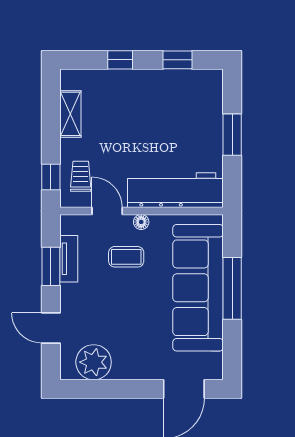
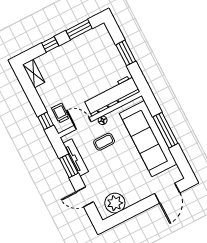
window: (178, 60) -> (79, 30), width x1.50
shelving: (70, 114) -> (34, 73), moved
tv unit: (69, 259) -> (76, 157), width x1.41

